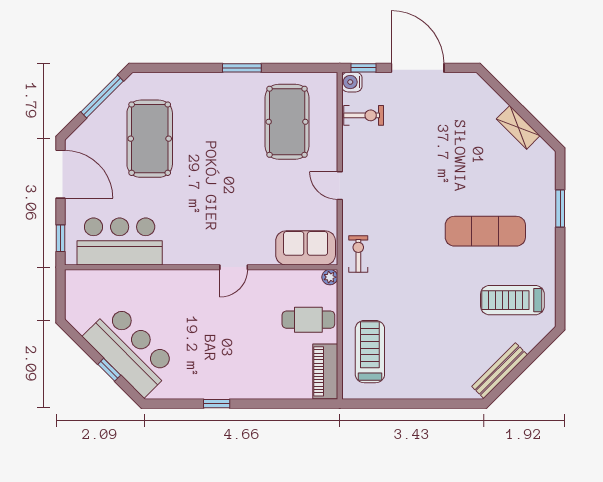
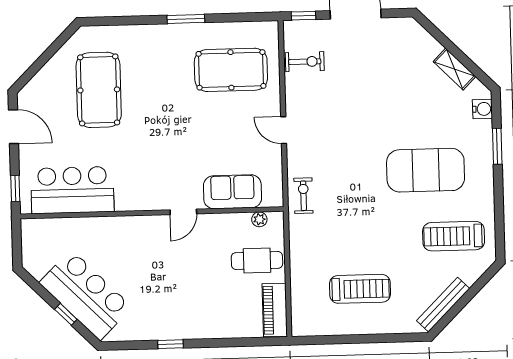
water cooler: (352, 82) -> (482, 109), moved, turned 180
window: (102, 97) -> (52, 50), removed
pool table: (287, 122) -> (231, 70), turned 90
door: (61, 174) -> (14, 127), width x0.73
exercise mat: (485, 231) -> (426, 170), width x1.47
sofa: (306, 248) -> (232, 192), moved
plant: (330, 277) -> (259, 219), moved
treadmill: (370, 352) -> (360, 289), moved, turned 90

